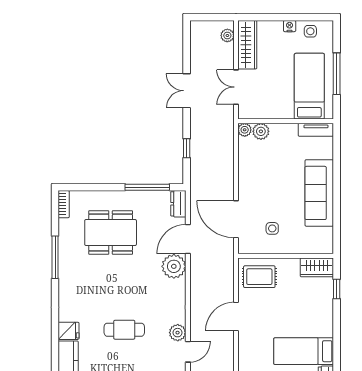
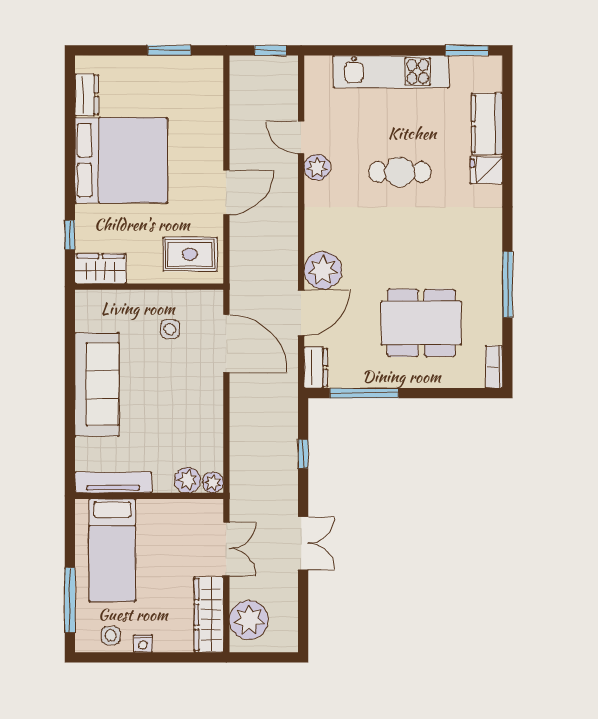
plant: (227, 35) -> (249, 620), width x1.88, depth x1.88
window: (337, 74) -> (70, 600), moved
tv unit: (316, 130) -> (113, 482), width x1.41
bed: (304, 351) -> (121, 160), width x2.04
door: (188, 352) -> (301, 137), hinge flipped

